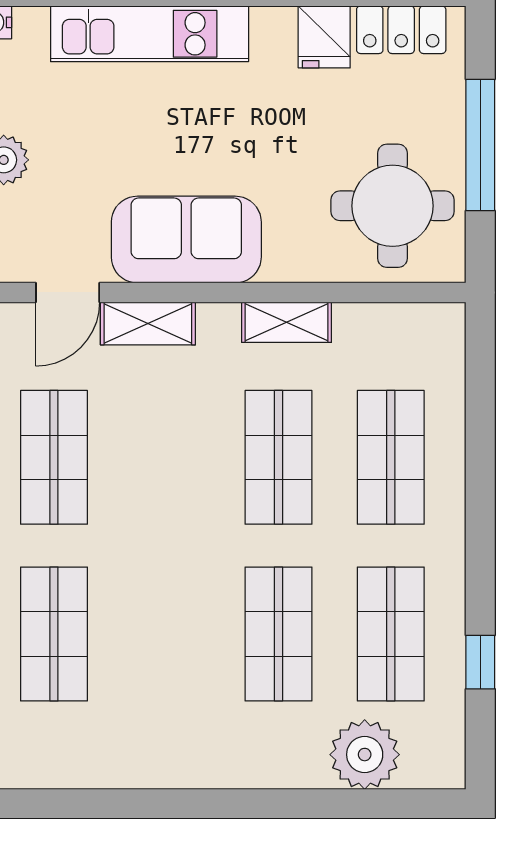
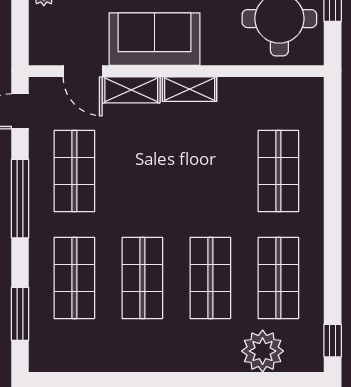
door: (68, 292) -> (83, 71), hinge flipped
shelving: (287, 322) -> (190, 89), moved
shop shelf: (278, 457) -> (142, 278), moved
window: (480, 662) -> (333, 341), moved

